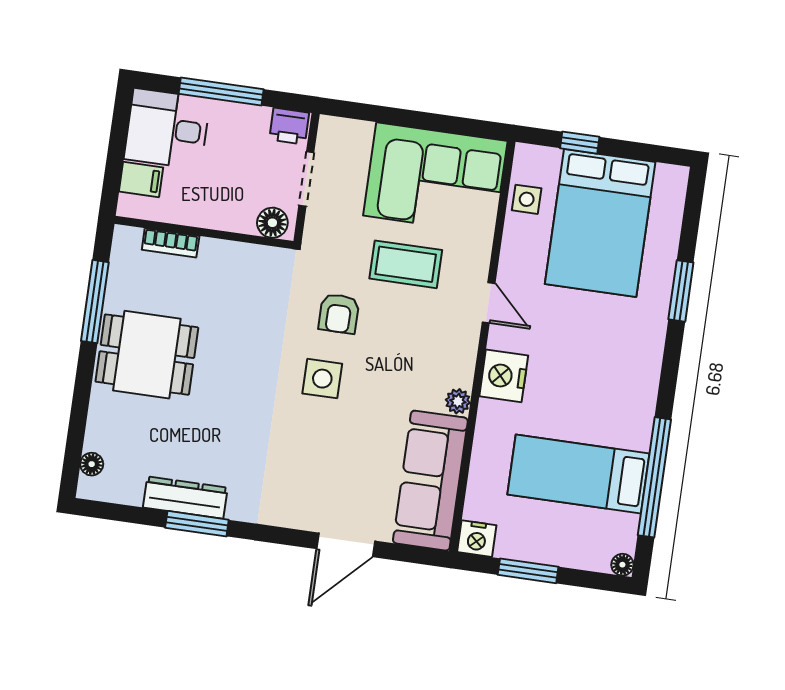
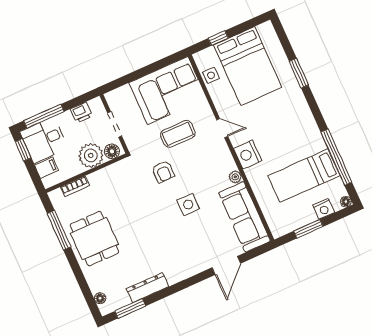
window: (221, 92) -> (44, 116), moved
window: (120, 123) -> (23, 150), added
printer: (289, 126) -> (81, 113), moved
plant: (231, 207) -> (91, 156), added
dining table: (147, 355) -> (94, 239), turned 90
side table: (322, 379) -> (188, 204), moved
window: (197, 524) -> (130, 309), moved
nightstand: (477, 539) -> (324, 209), moved

